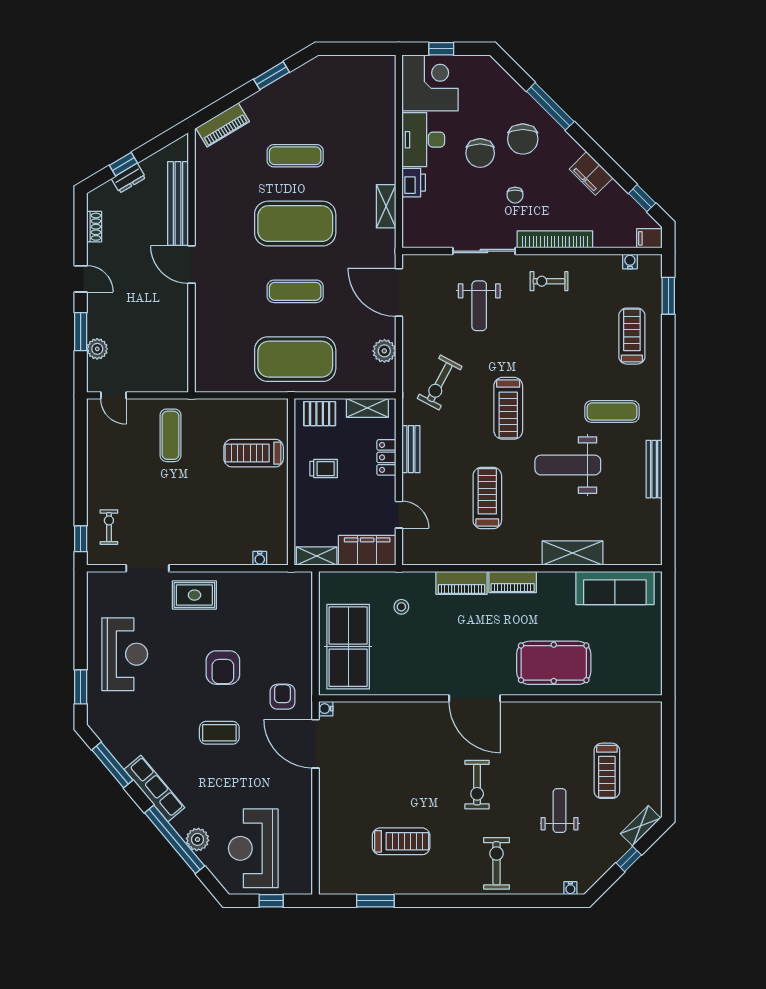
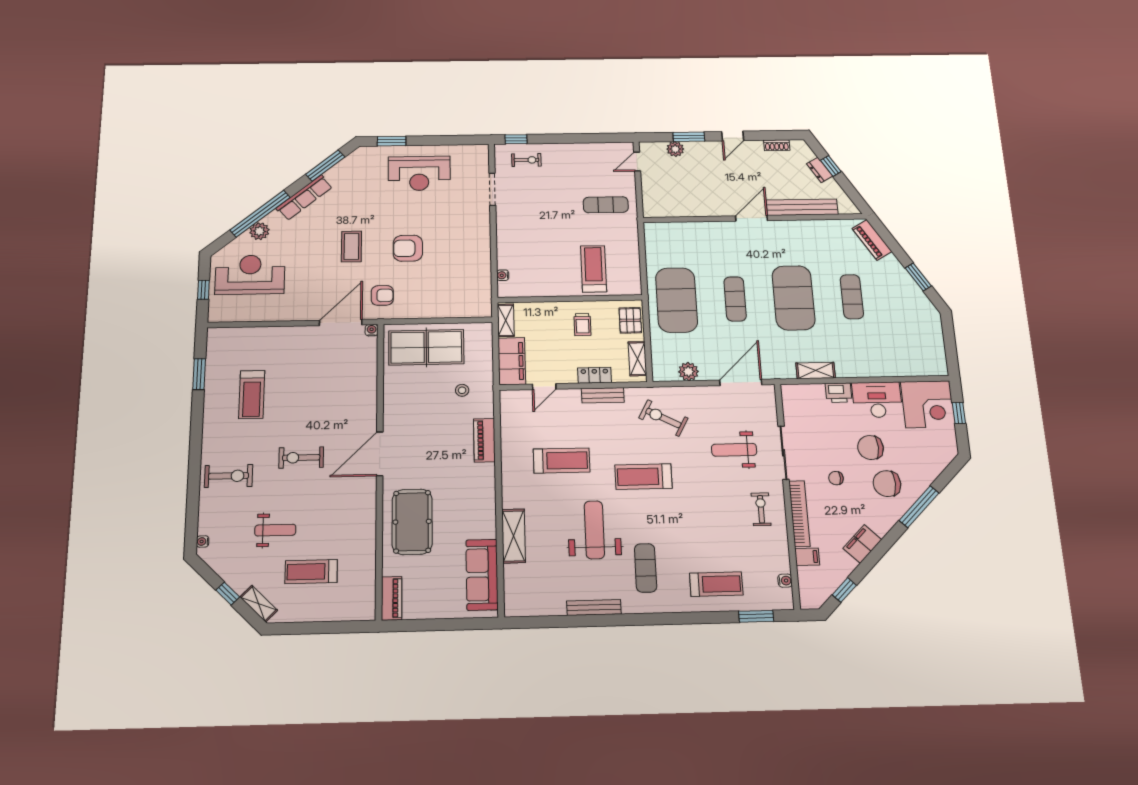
filing cabinet: (649, 238) -> (807, 557), moved, turned 90
piano: (513, 582) -> (392, 598), moved, turned 180
rug: (194, 595) -> (470, 225), removed

